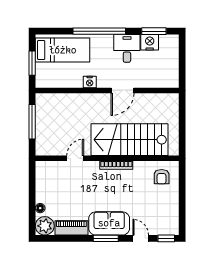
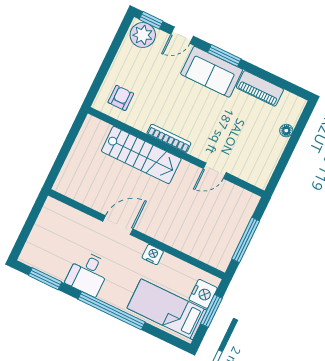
nightstand: (150, 42) -> (203, 294), moved, turned -90
stairs: (129, 140) -> (141, 155), width x0.73, depth x0.66
plant: (45, 226) -> (143, 35), moved
door: (141, 238) -> (182, 35), hinge flipped

